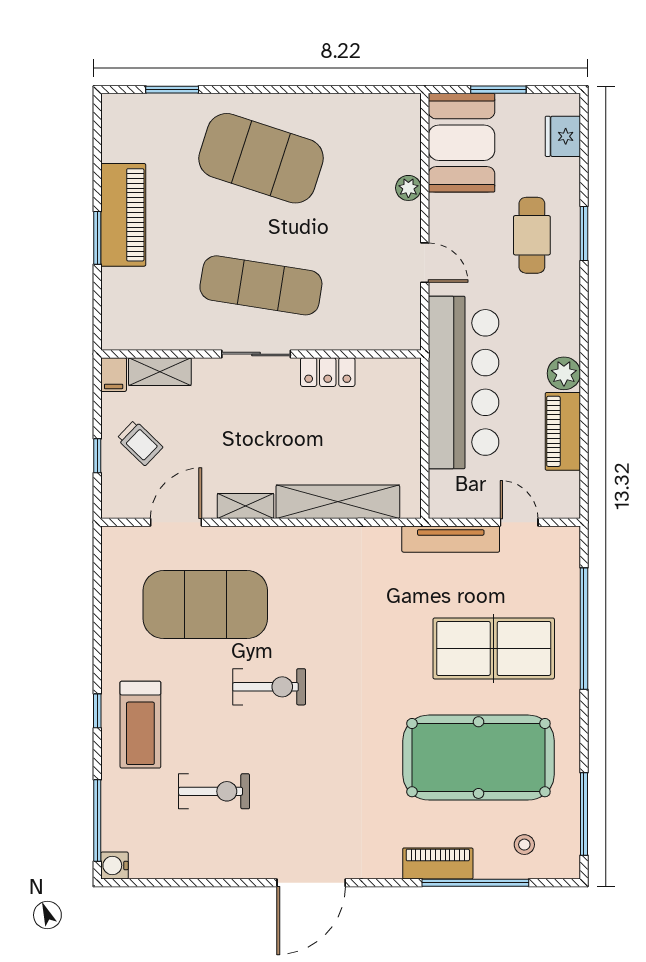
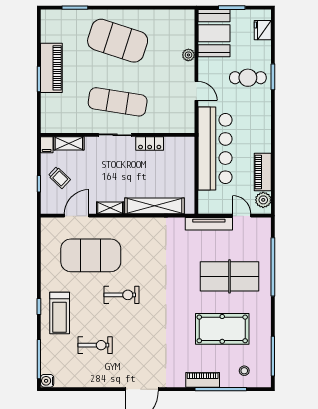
cafe table: (532, 235) -> (248, 78), turned 90
plant: (564, 373) -> (263, 200), moved
pool table: (478, 758) -> (222, 329), width x0.73, depth x0.76

